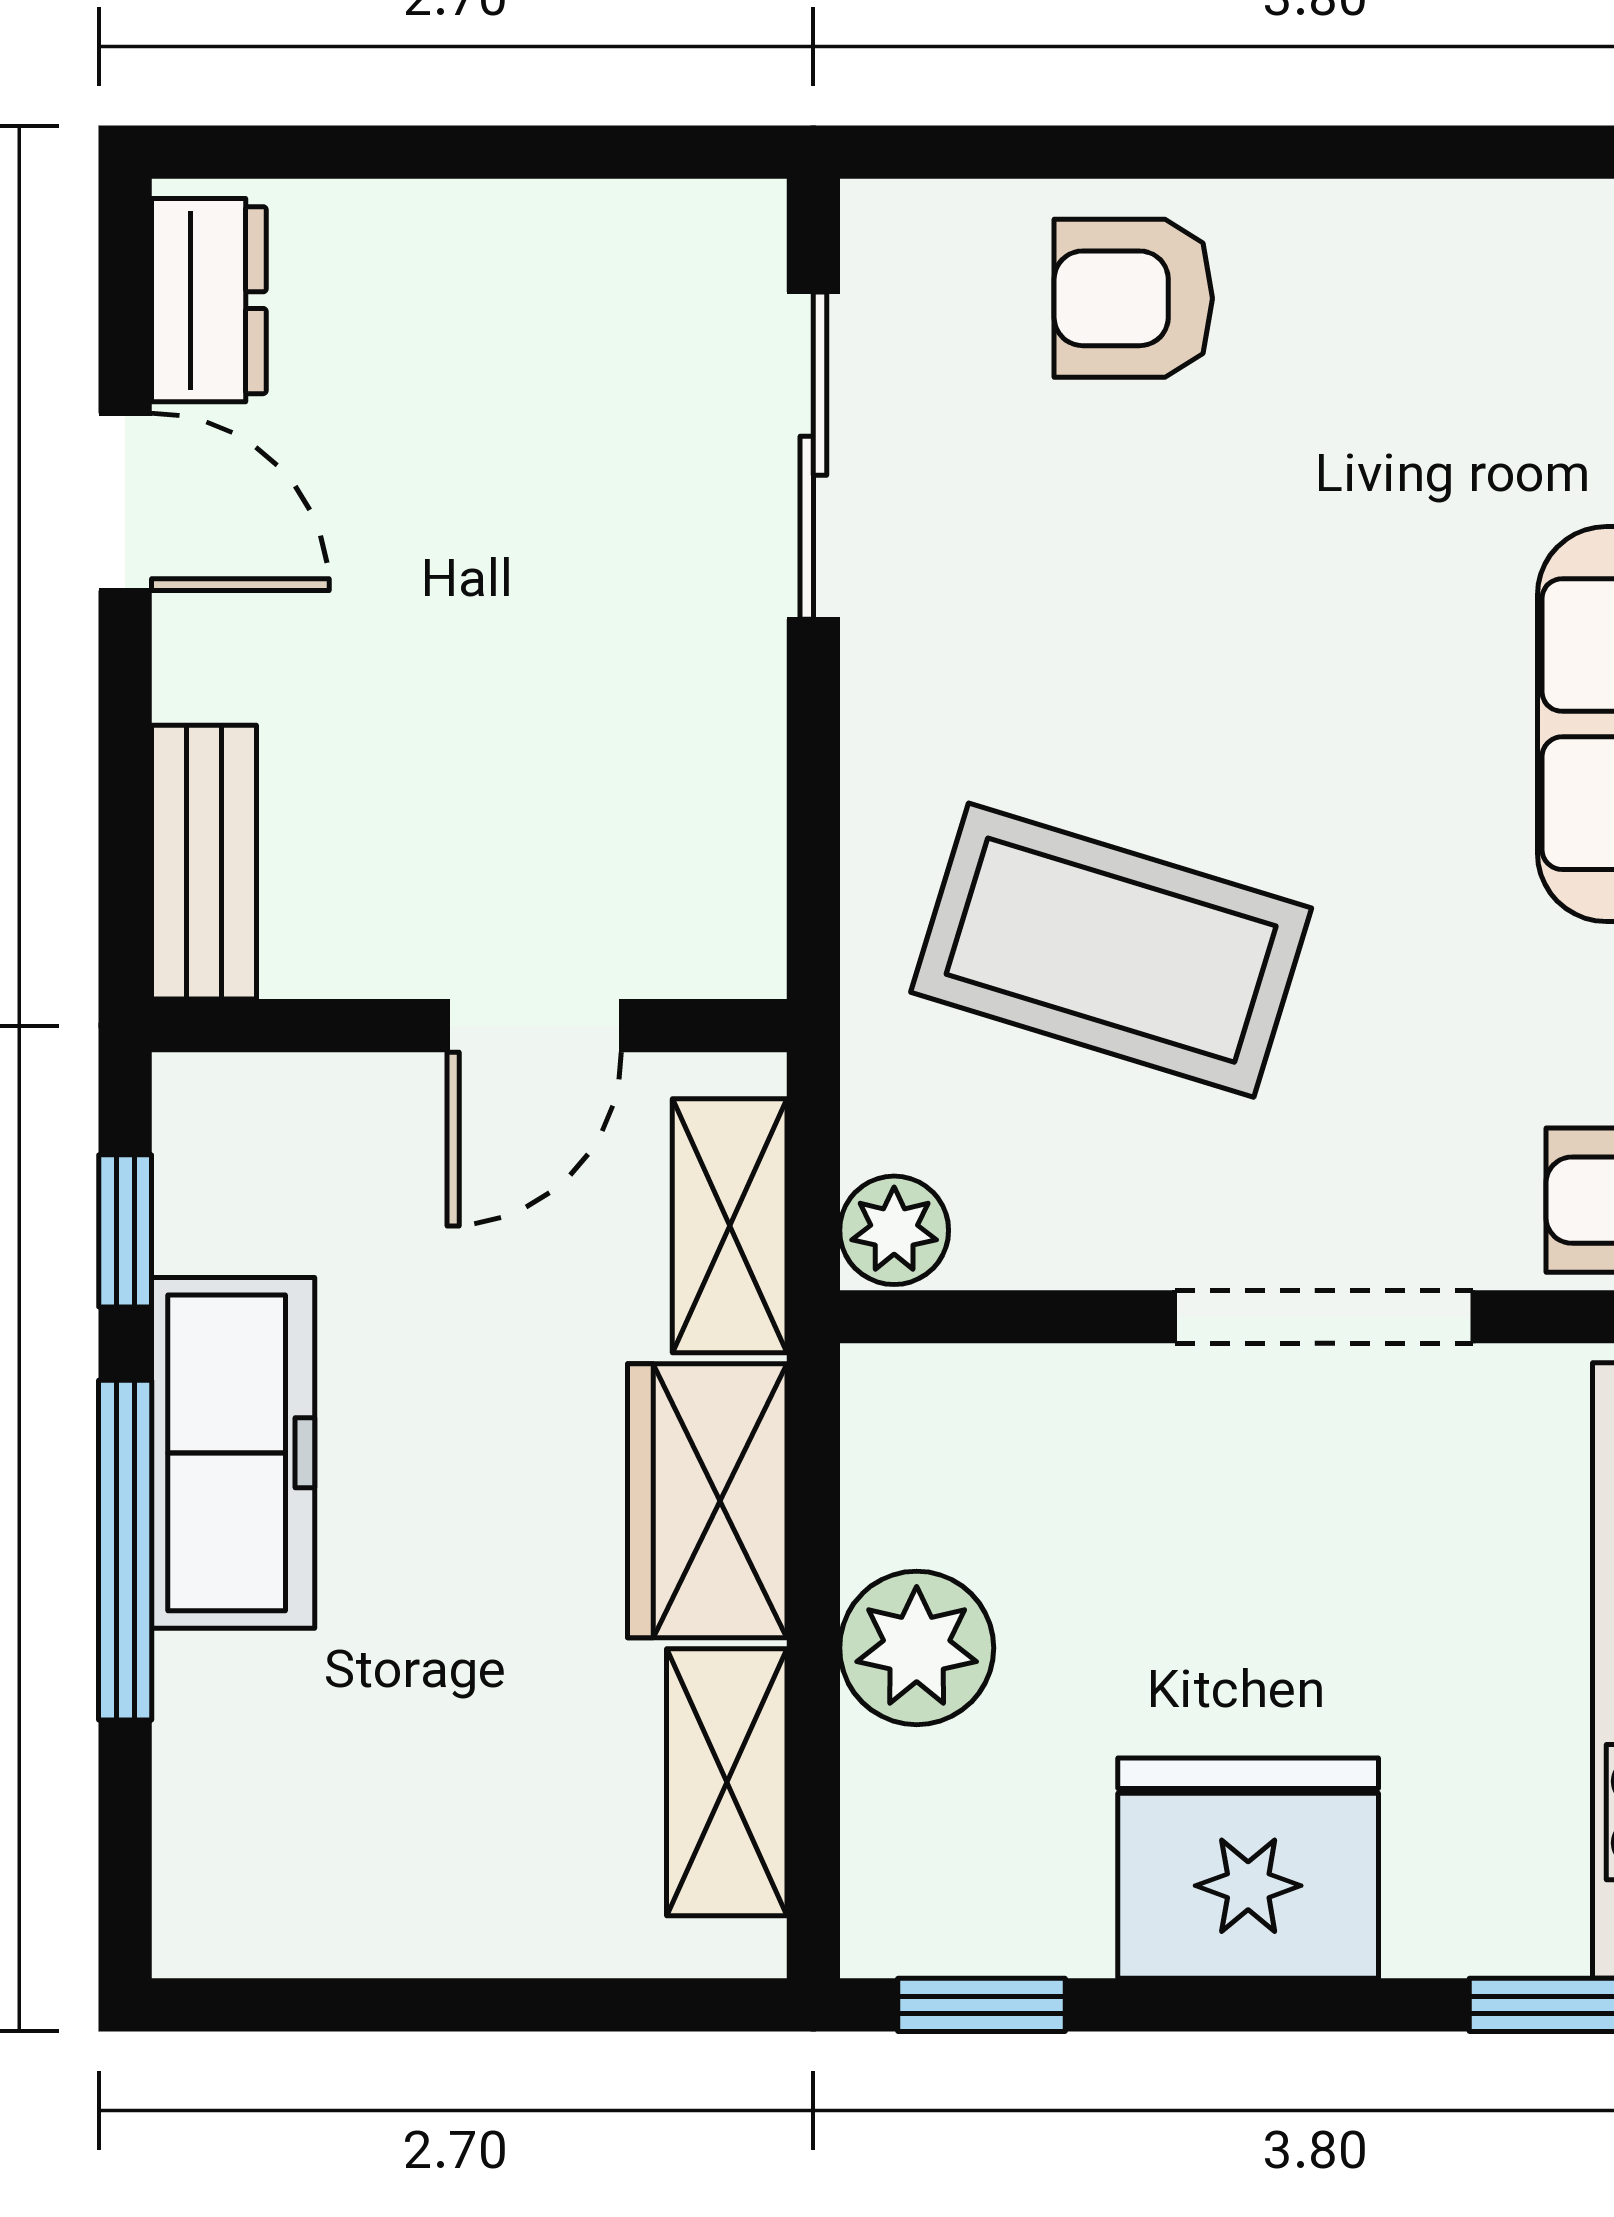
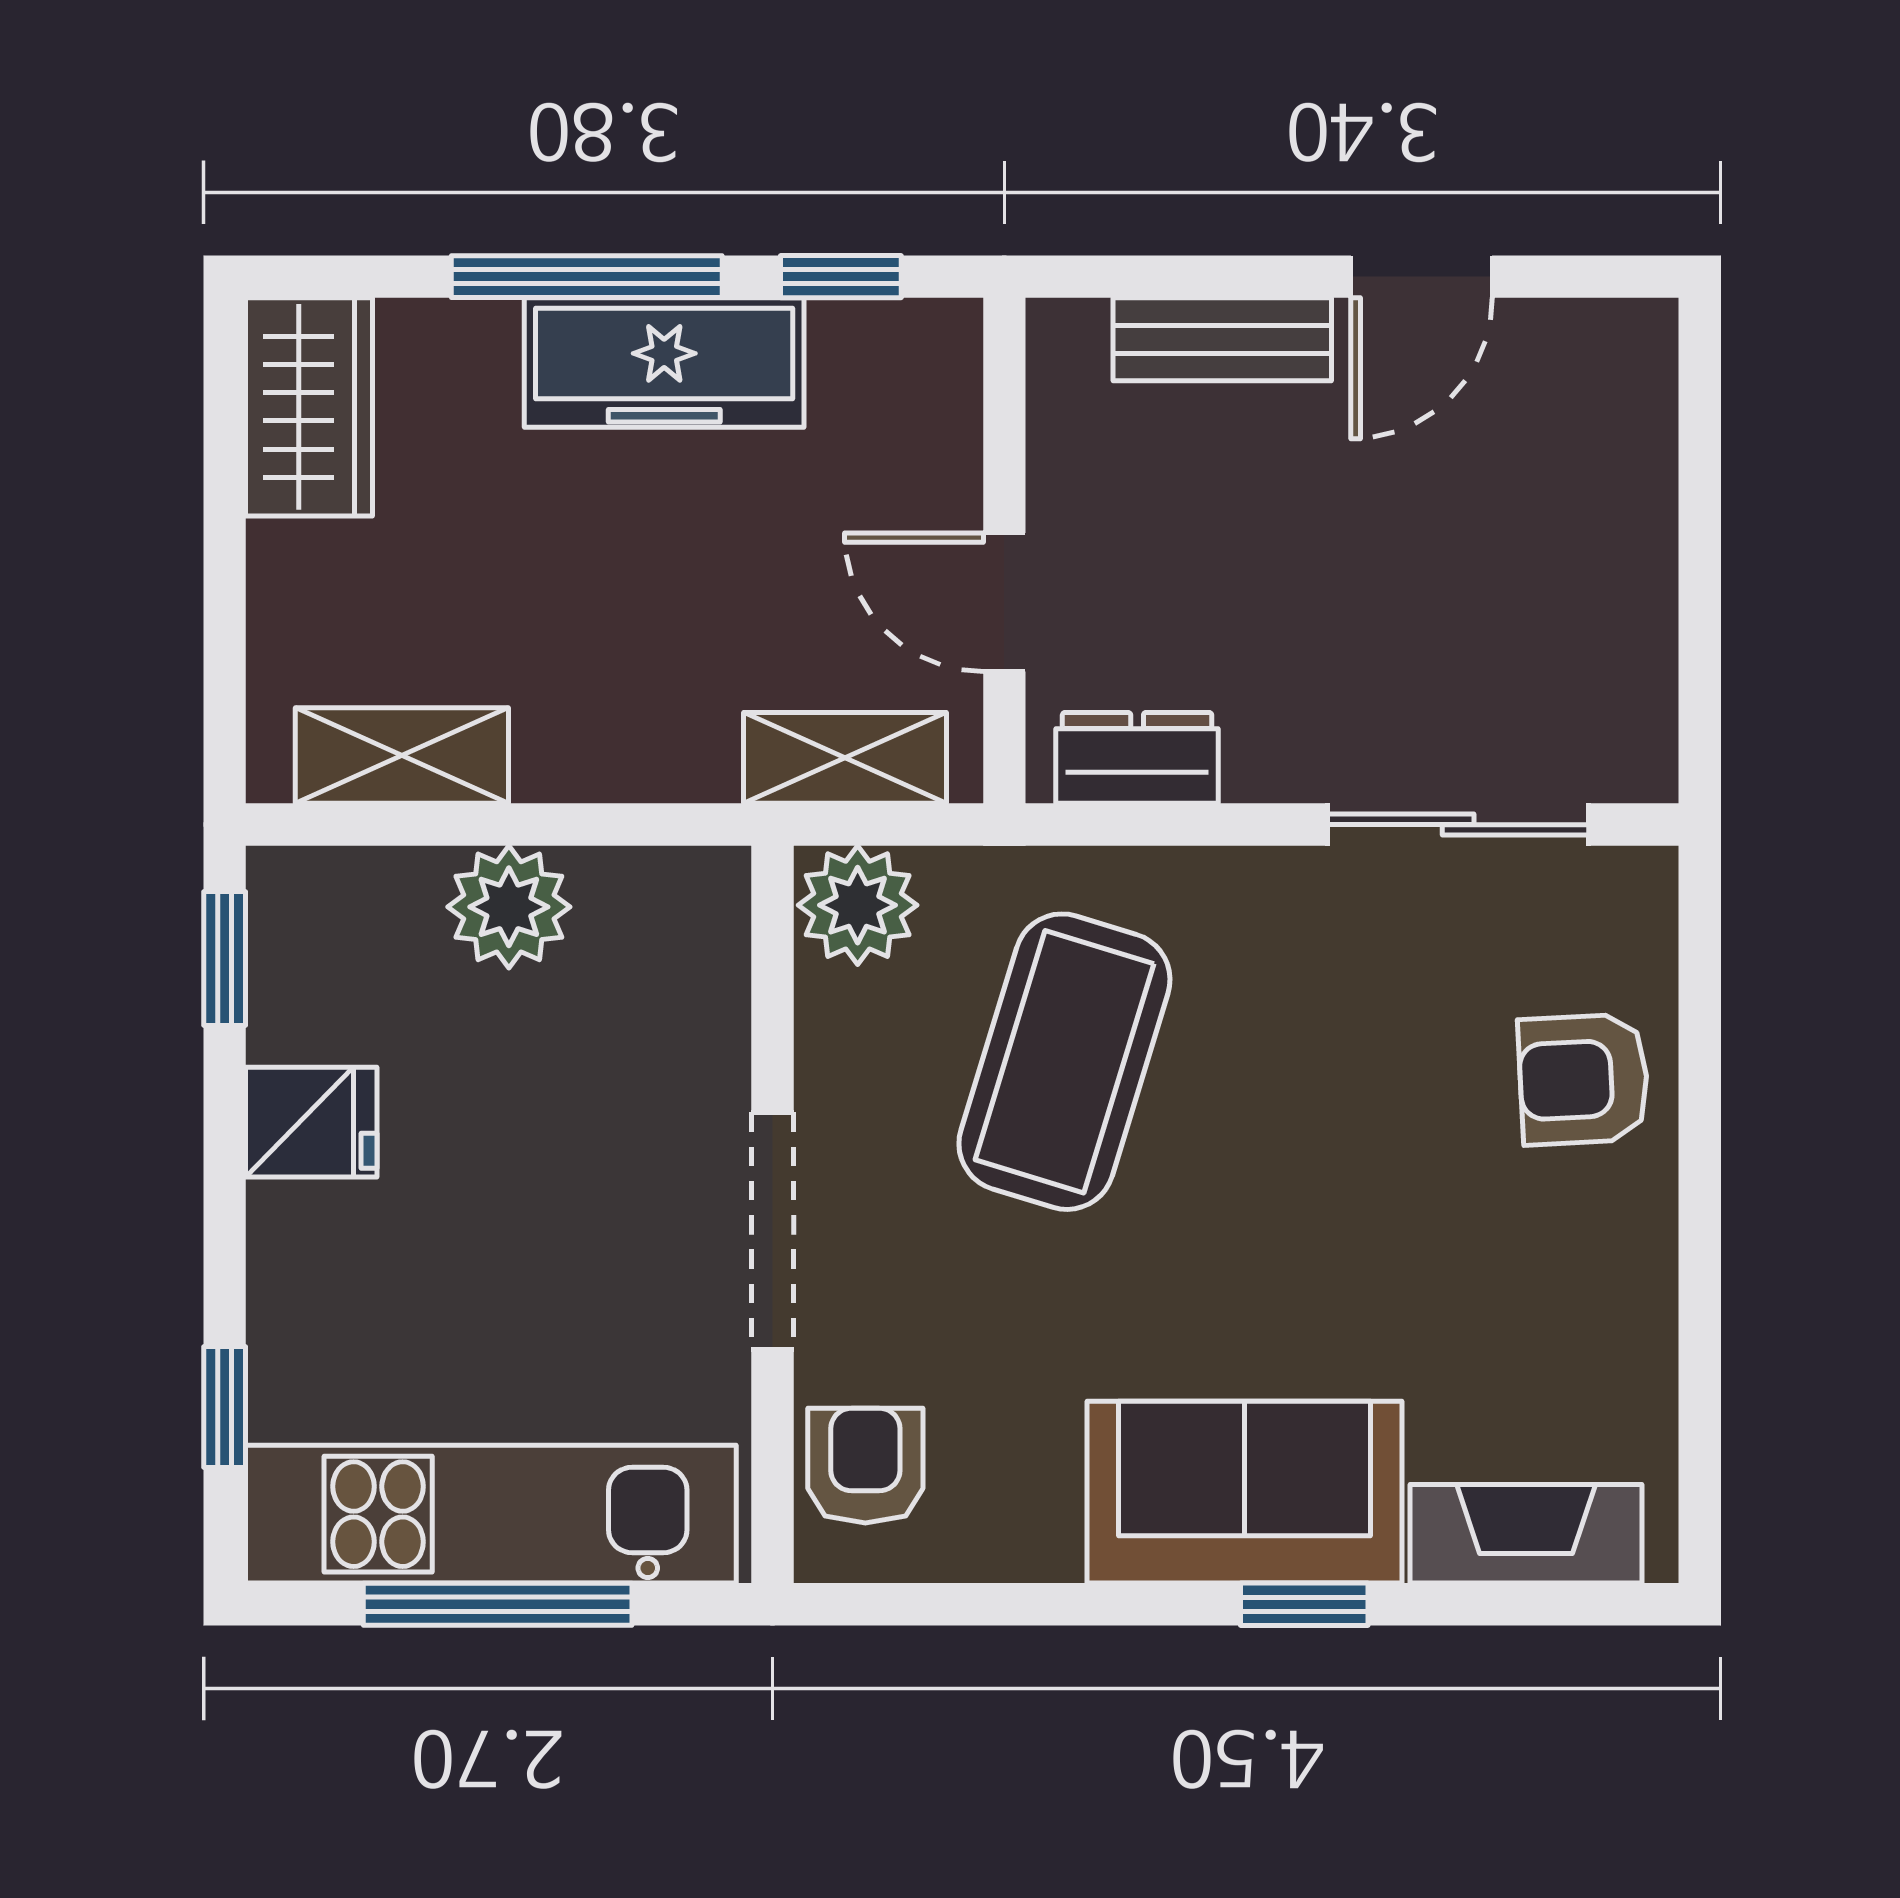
armchair: (1133, 298) -> (1583, 1079), turned -93
dresser: (209, 300) -> (1137, 758), moved, turned 180
bench: (204, 862) -> (1222, 339), moved
plant: (894, 1230) -> (858, 905), width x1.38, depth x1.38
wardrobe: (707, 1501) -> (309, 407), moved, turned 90
fridge: (1248, 1868) -> (311, 1122), width x0.53, depth x0.75

